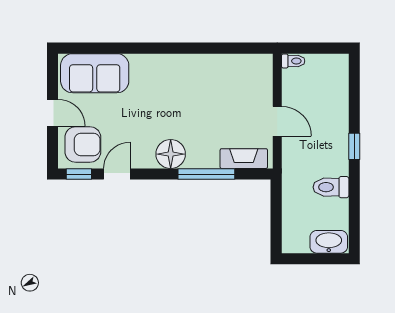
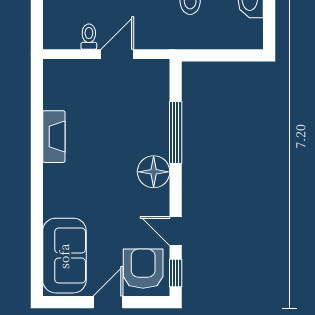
toilet: (293, 61) -> (89, 37), moved
fireplace: (244, 159) -> (54, 137), moved, turned 180

